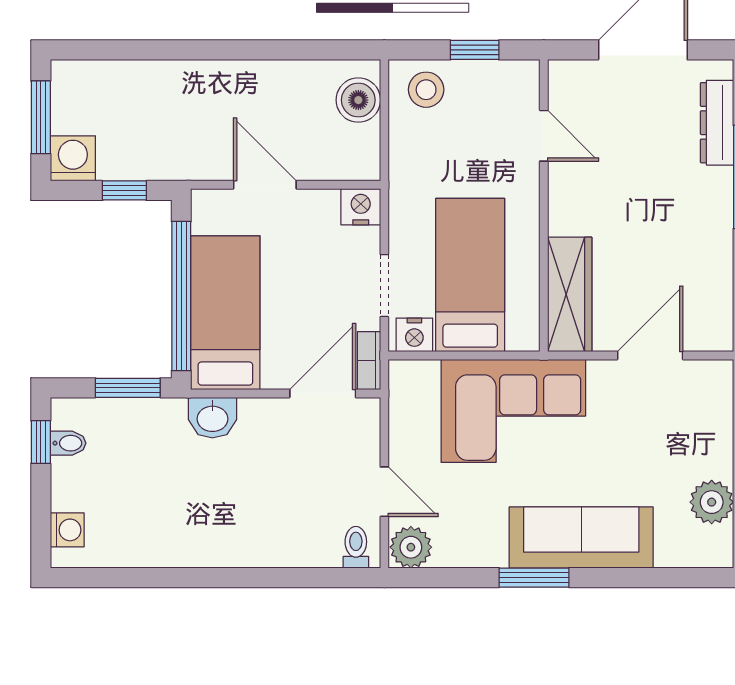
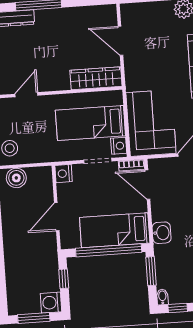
corner sofa: (513, 411) -> (151, 123), moved
bidet: (68, 443) -> (162, 297), moved

